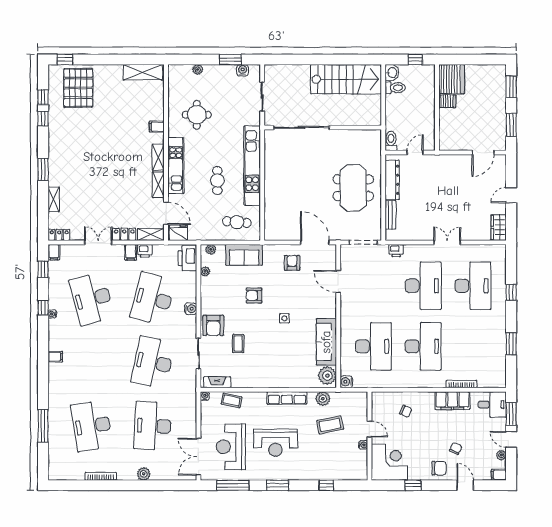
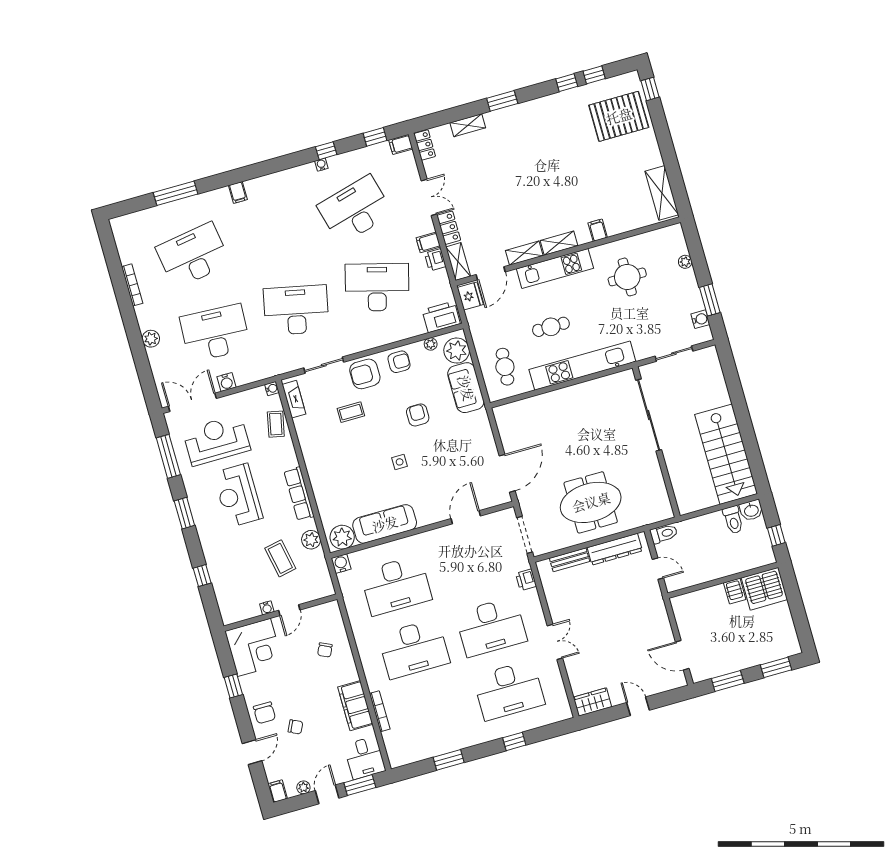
plant: (211, 249) -> (457, 351), width x1.87, depth x1.87
armchair: (292, 263) -> (399, 362), moved
water cooler: (191, 309) -> (226, 382), moved
filing cabinet: (55, 357) -> (238, 192), moved

